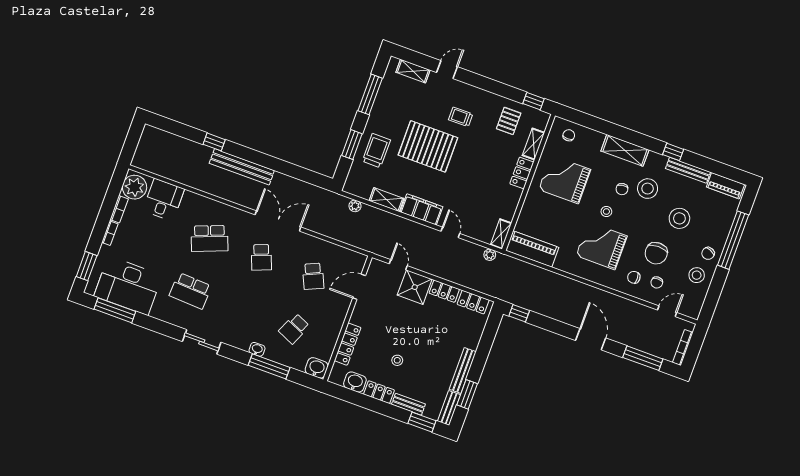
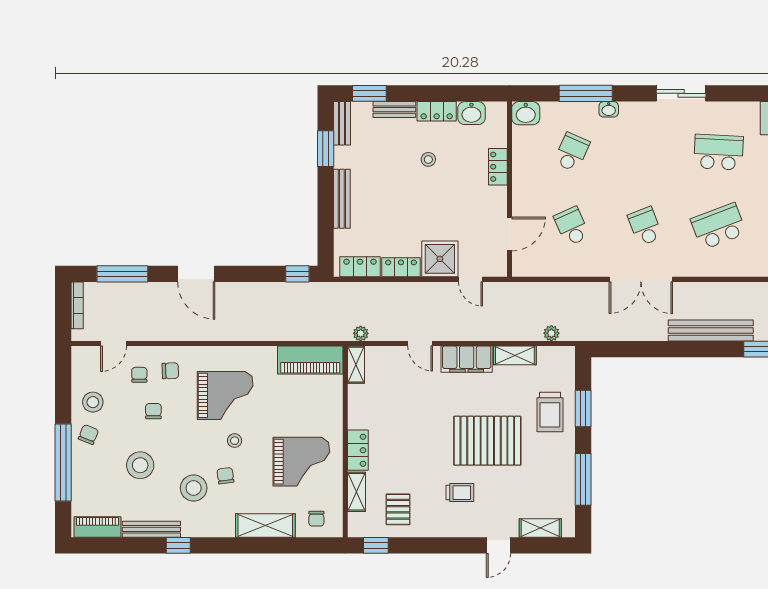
shelving: (625, 150) -> (265, 525), moved
chair: (656, 253) -> (153, 411), width x0.54, depth x0.54
locker: (348, 344) -> (498, 167), width x0.66
bench: (463, 370) -> (342, 199), moved

